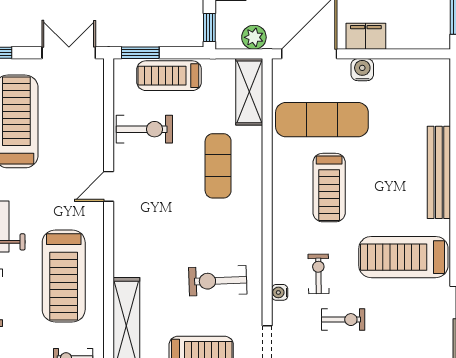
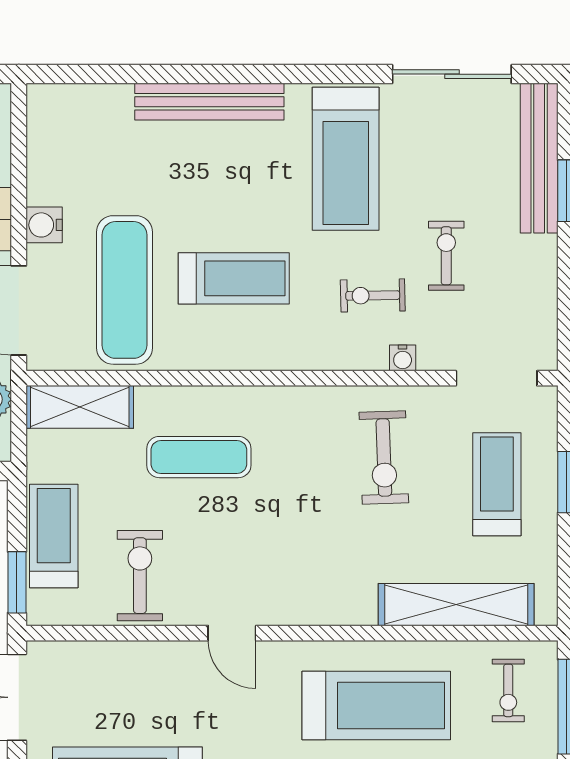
treadmill: (169, 76) -> (54, 536), turned 180

